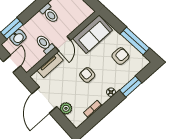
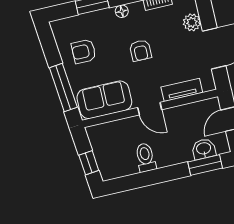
window: (135, 41) -> (63, 88), moved
toilet: (45, 44) -> (174, 121), removed
door: (63, 44) -> (150, 109), swing flipped

